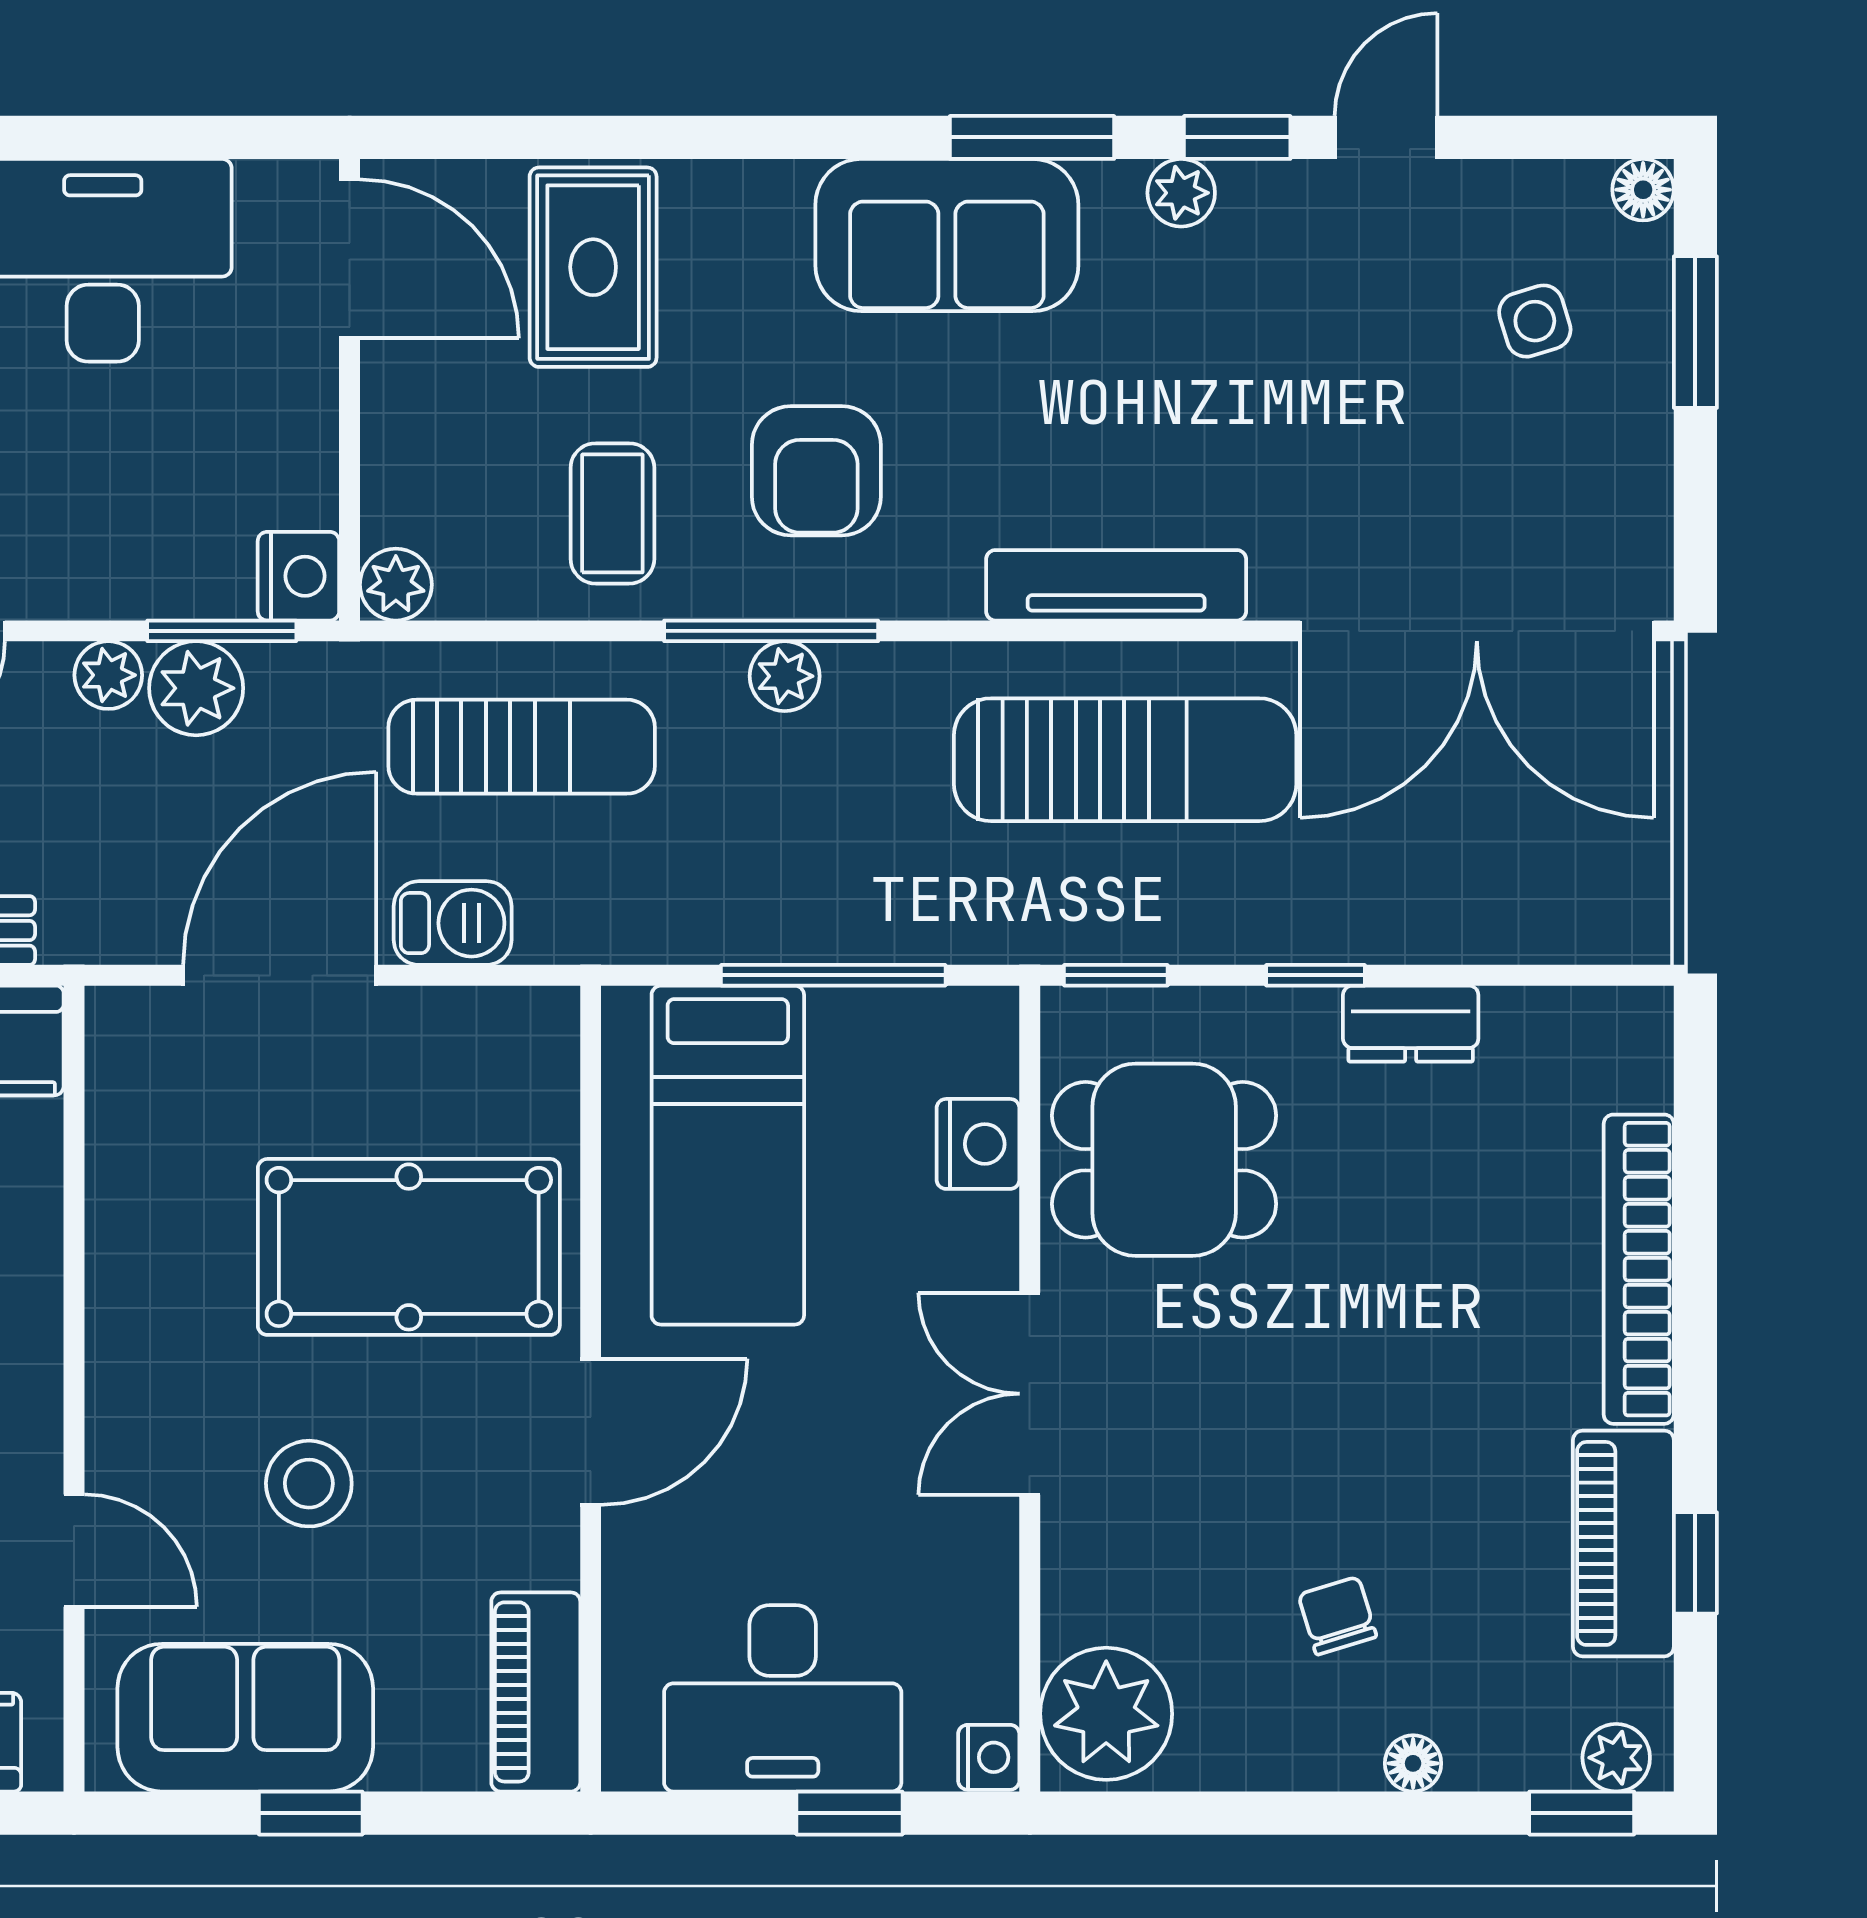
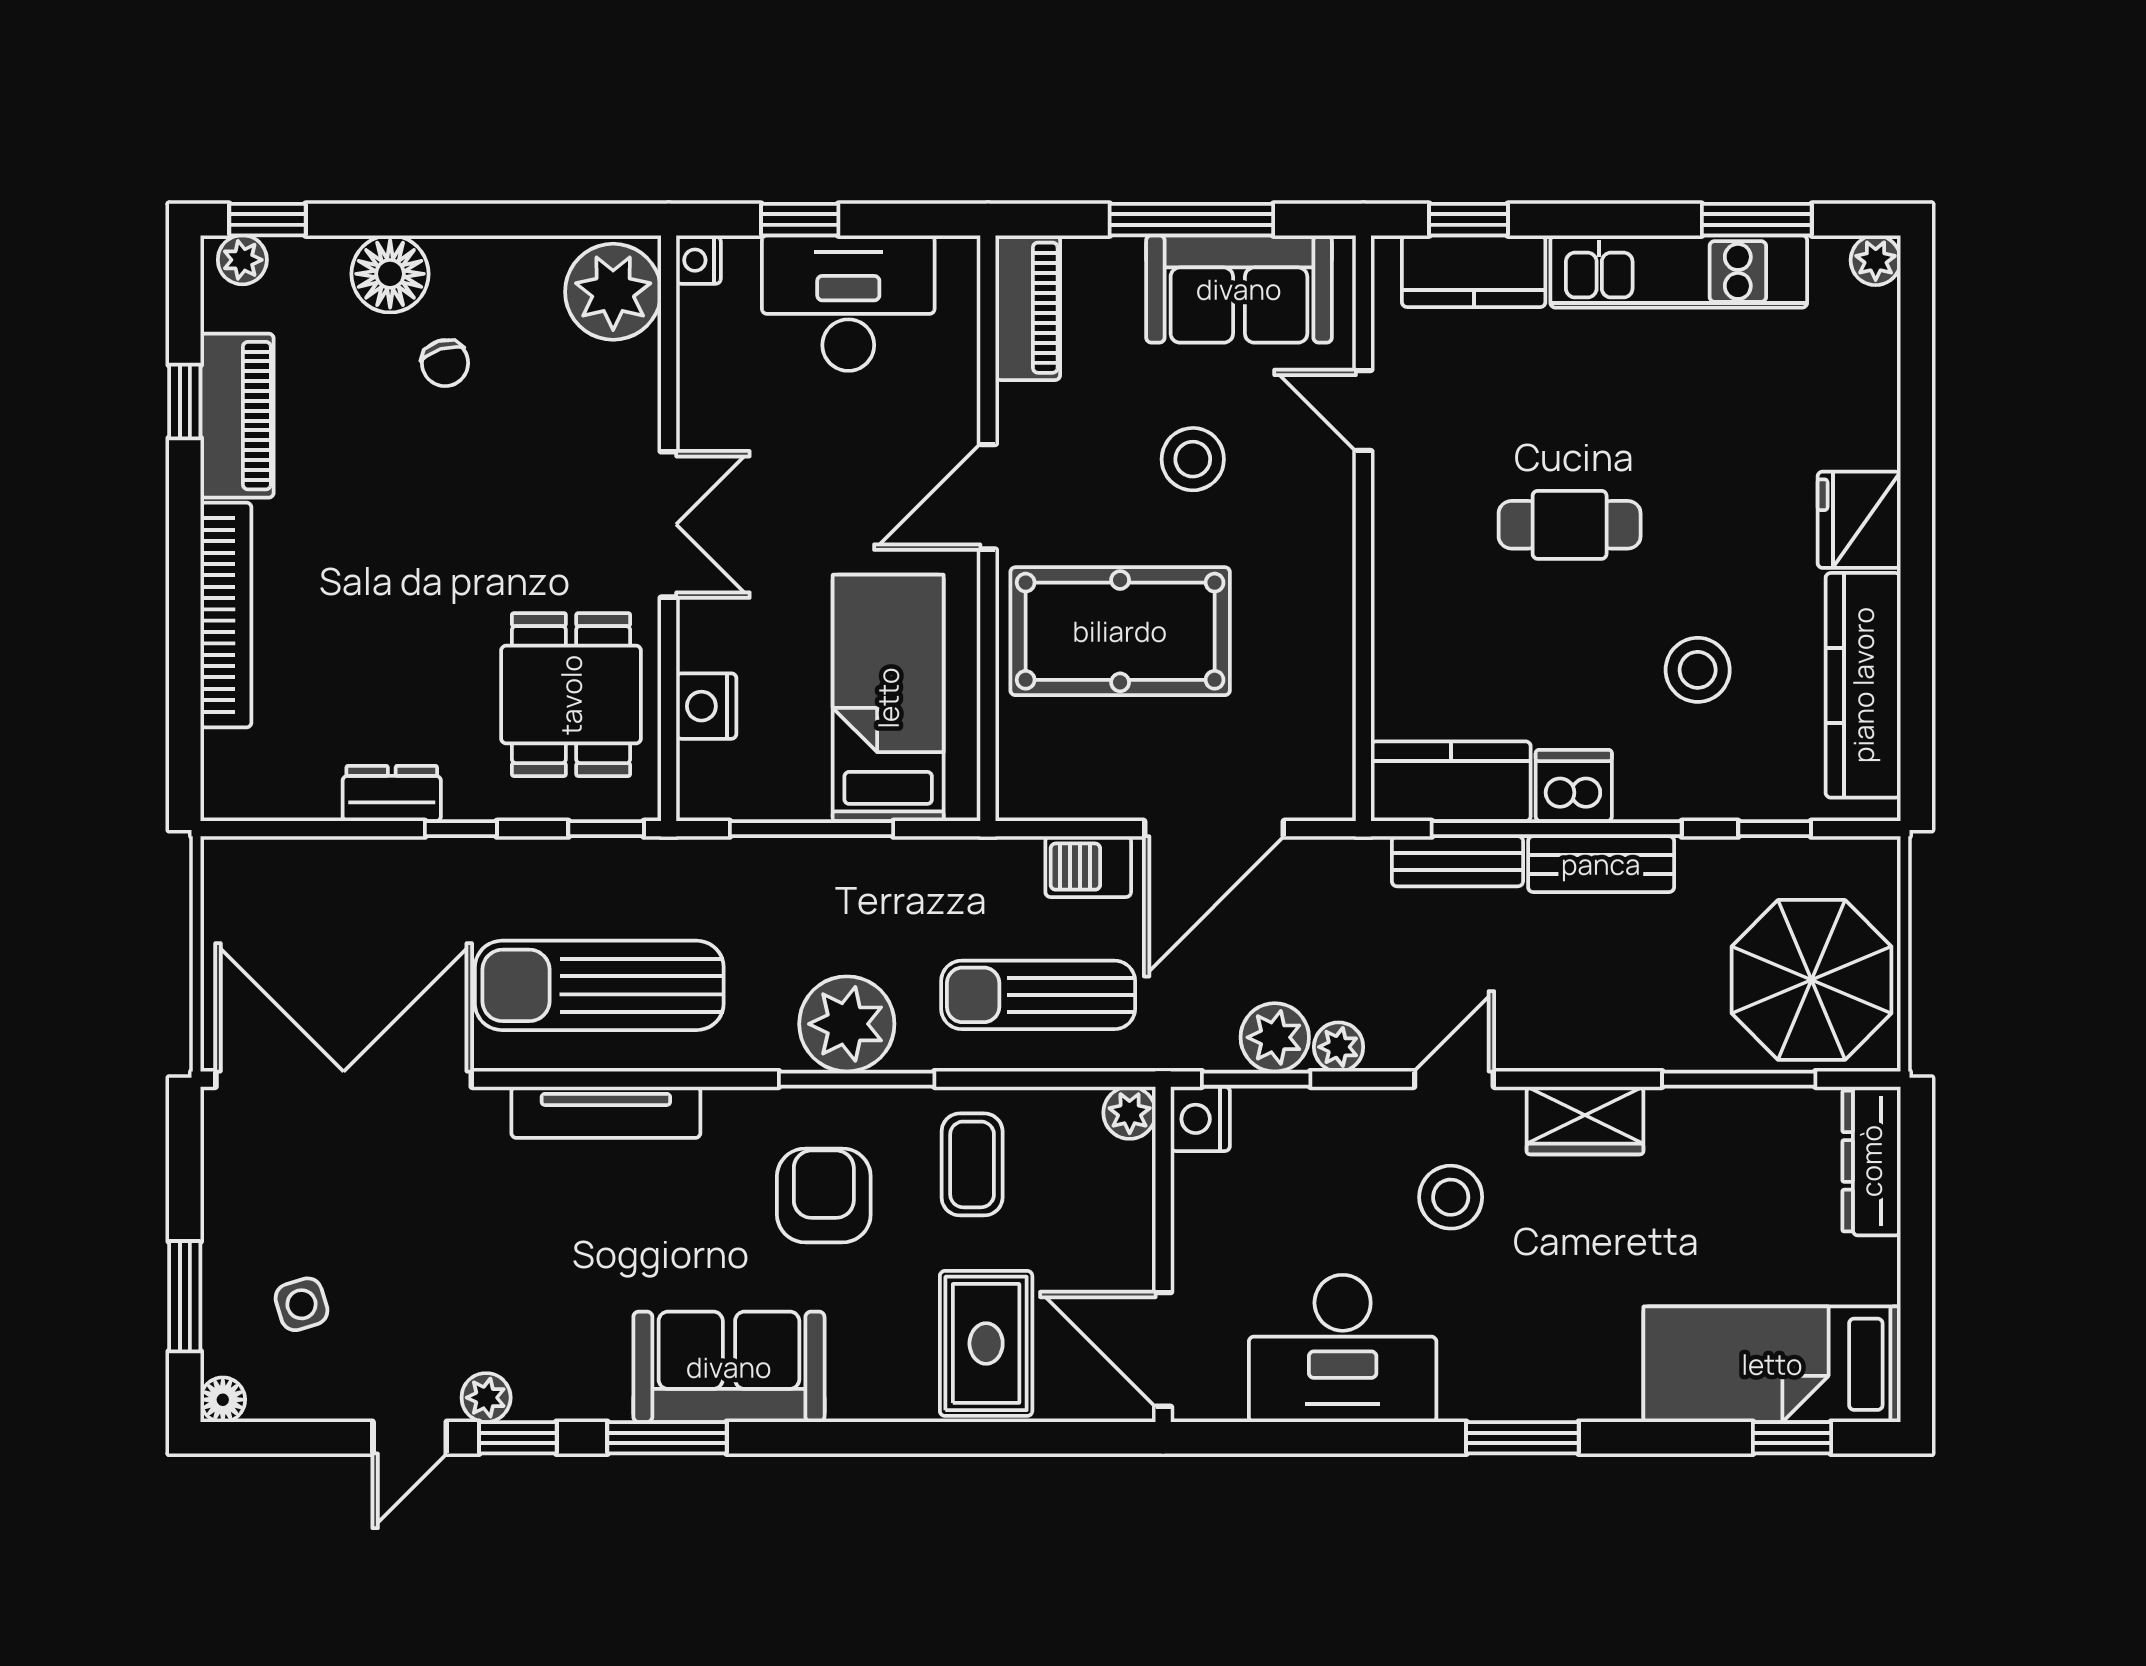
plant: (1181, 193) -> (486, 1398), moved
plant: (785, 676) -> (847, 1024), width x1.88, depth x1.88
dining table: (1164, 1160) -> (571, 695), turned 90
floor lamp: (1413, 1763) -> (390, 274), width x1.89, depth x1.89
window: (311, 1813) -> (1191, 220), width x2.17

